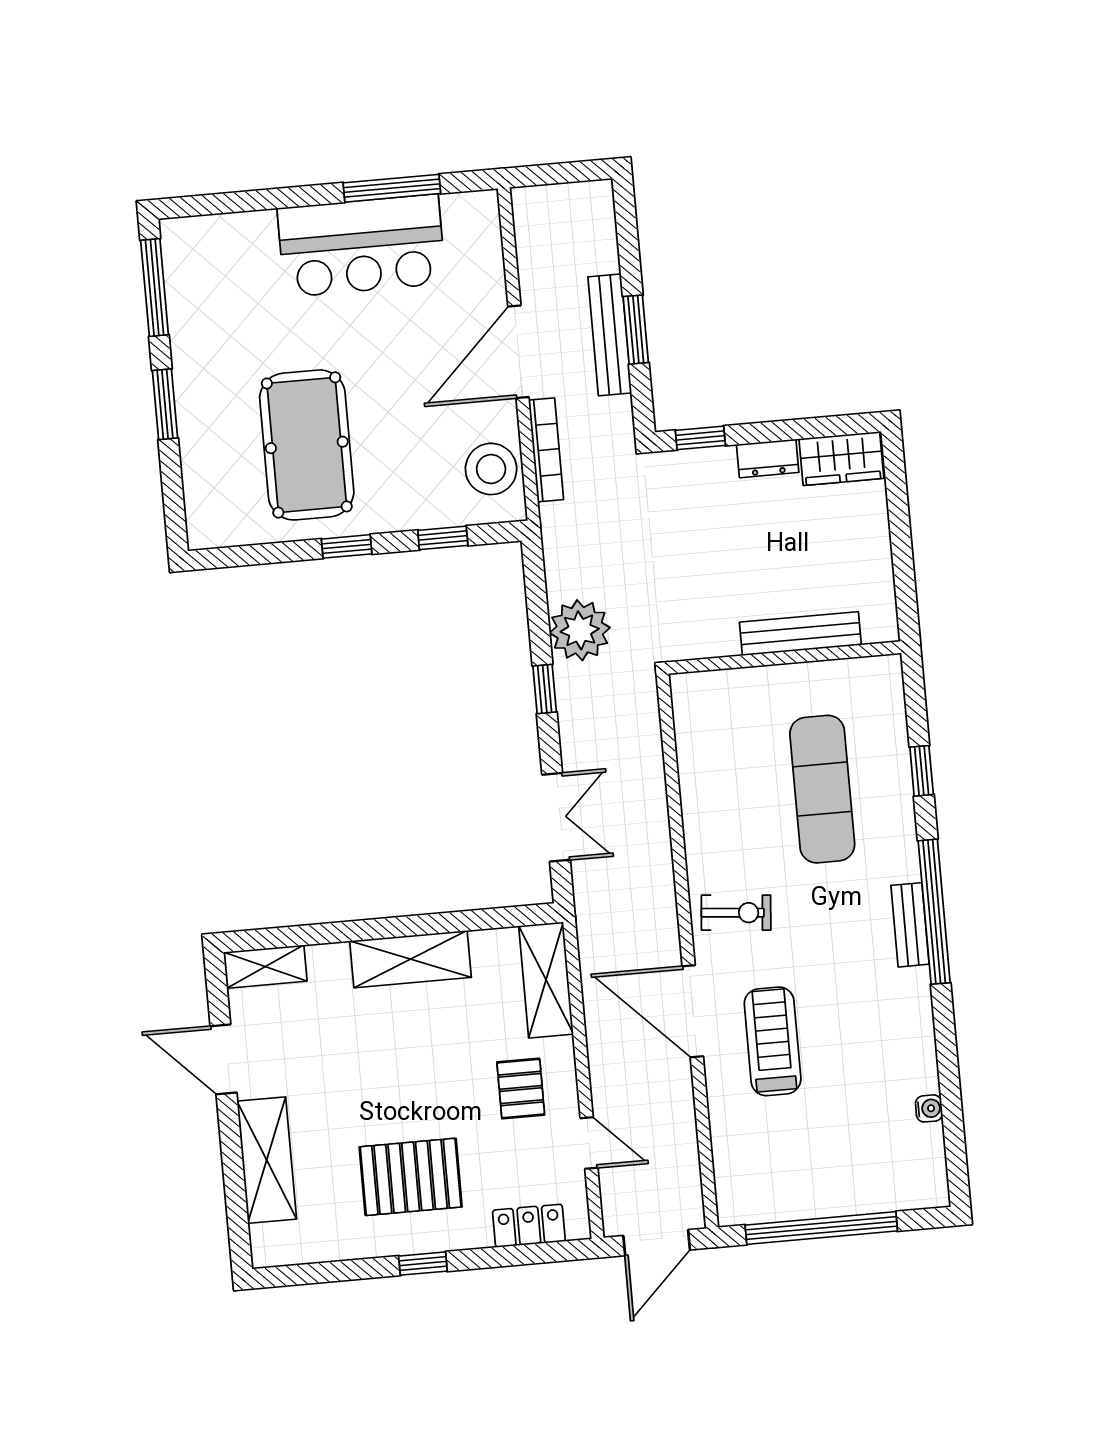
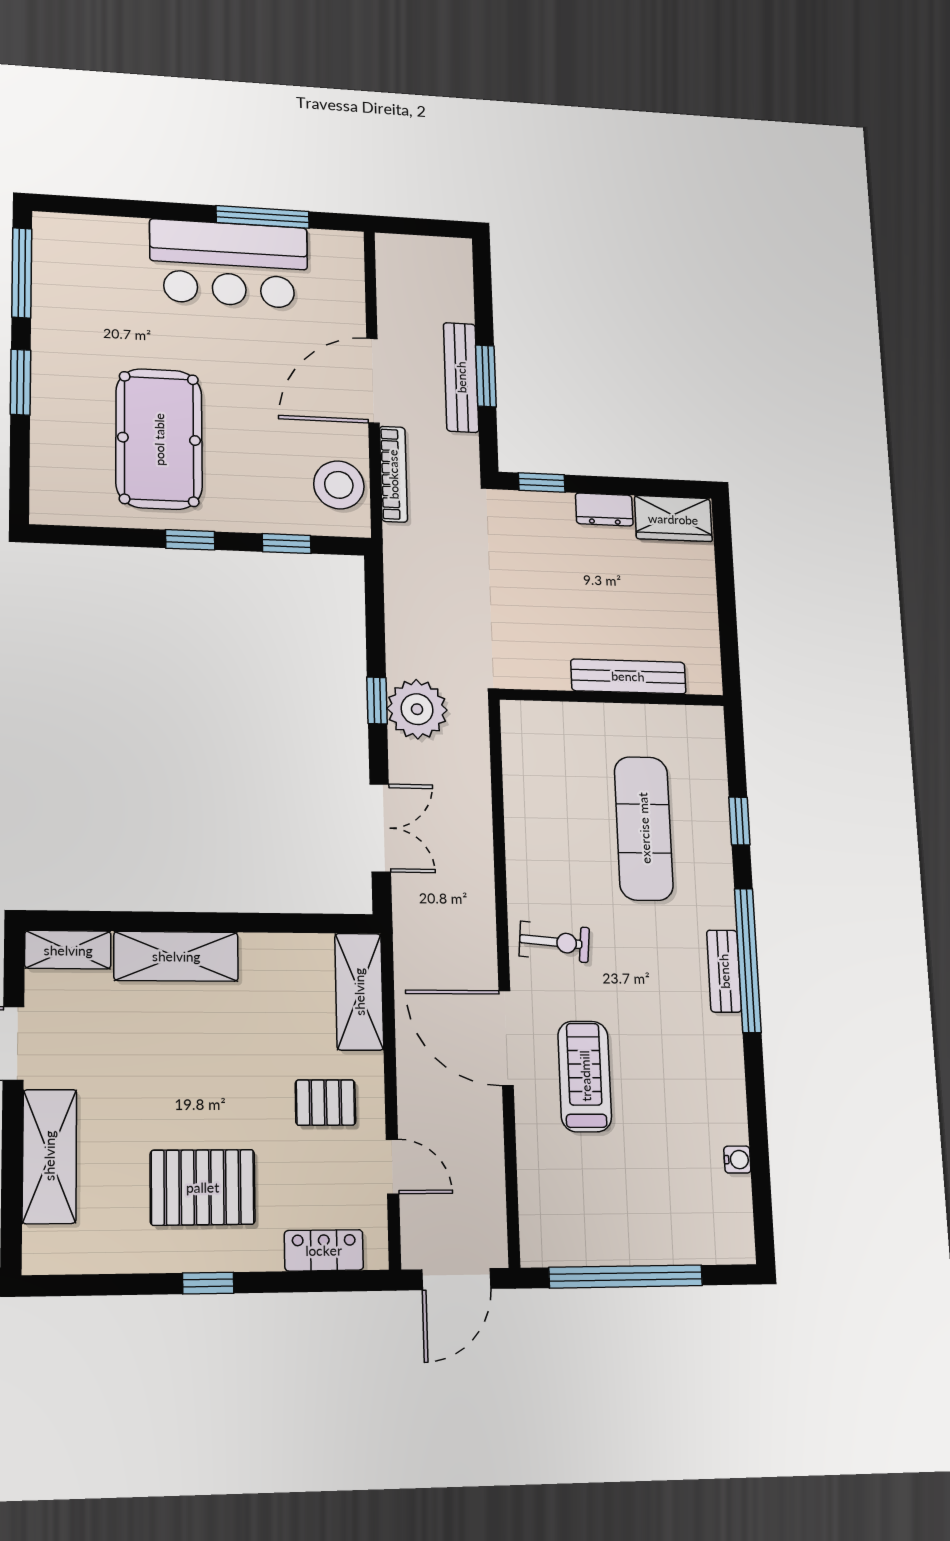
plant: (580, 630) -> (417, 709), moved
shelving: (411, 959) -> (176, 956), moved
pallet: (521, 1089) -> (325, 1103), turned 90

